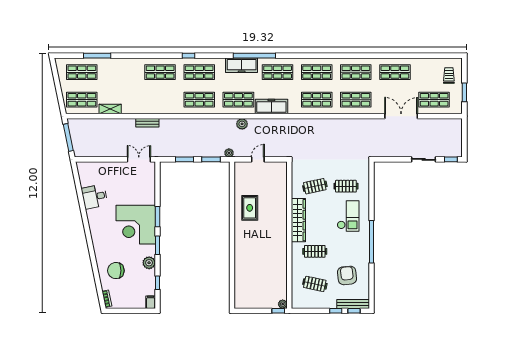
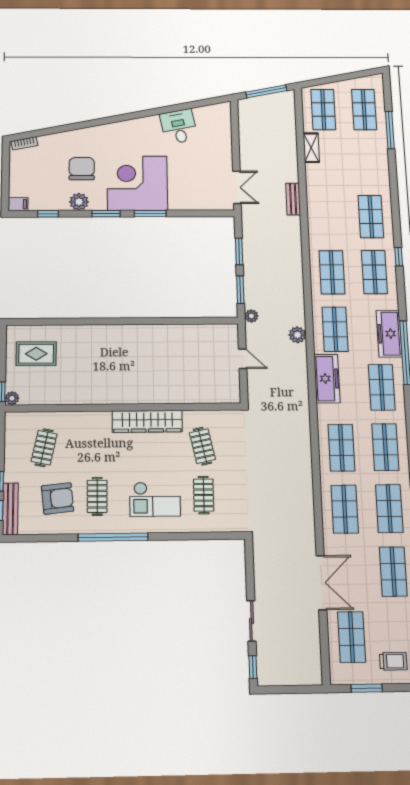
rug: (250, 208) -> (36, 354), moved
clothes rail: (315, 251) -> (97, 496), moved
chair: (116, 271) -> (82, 169), moved

